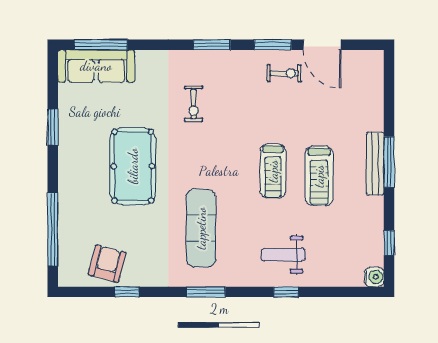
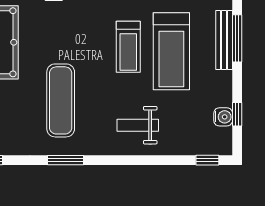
treadmill: (319, 176) -> (171, 51), width x1.37, depth x1.38
water cooler: (374, 277) -> (223, 117), moved
window: (286, 292) -> (207, 160), moved

